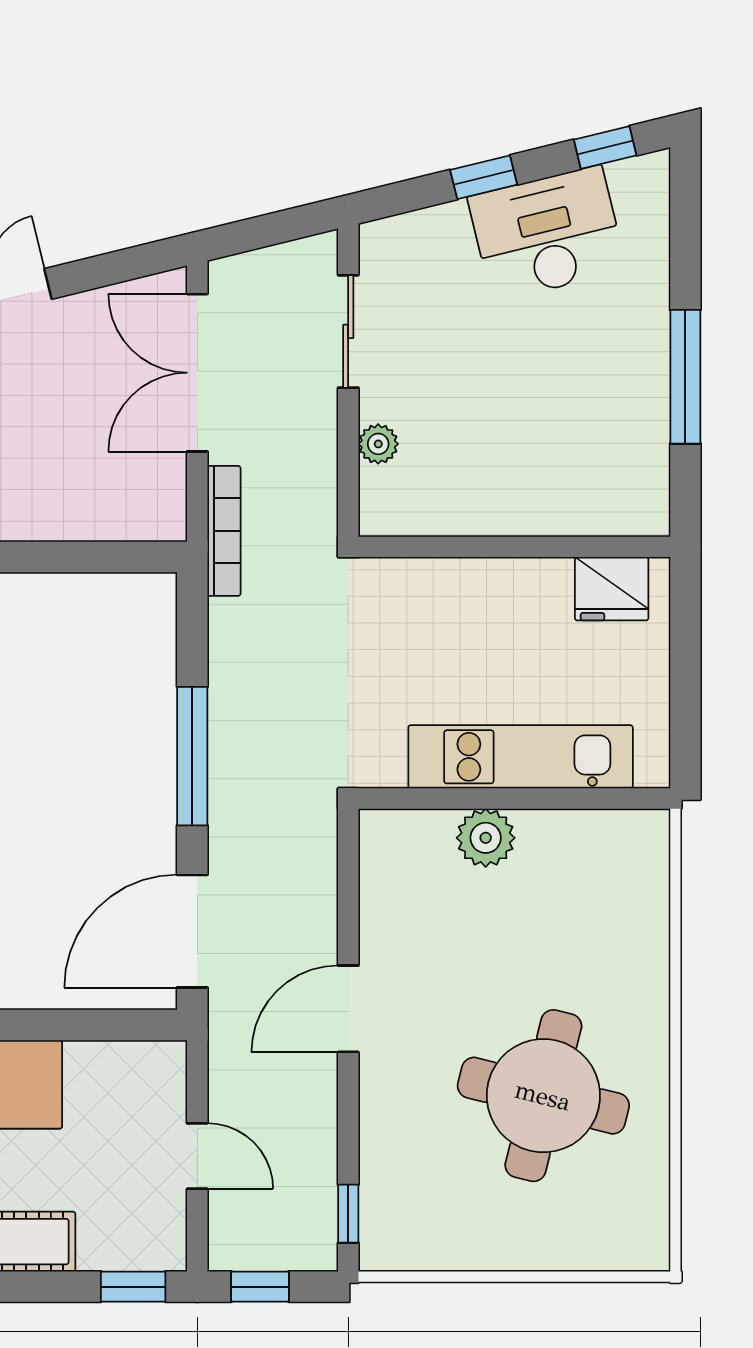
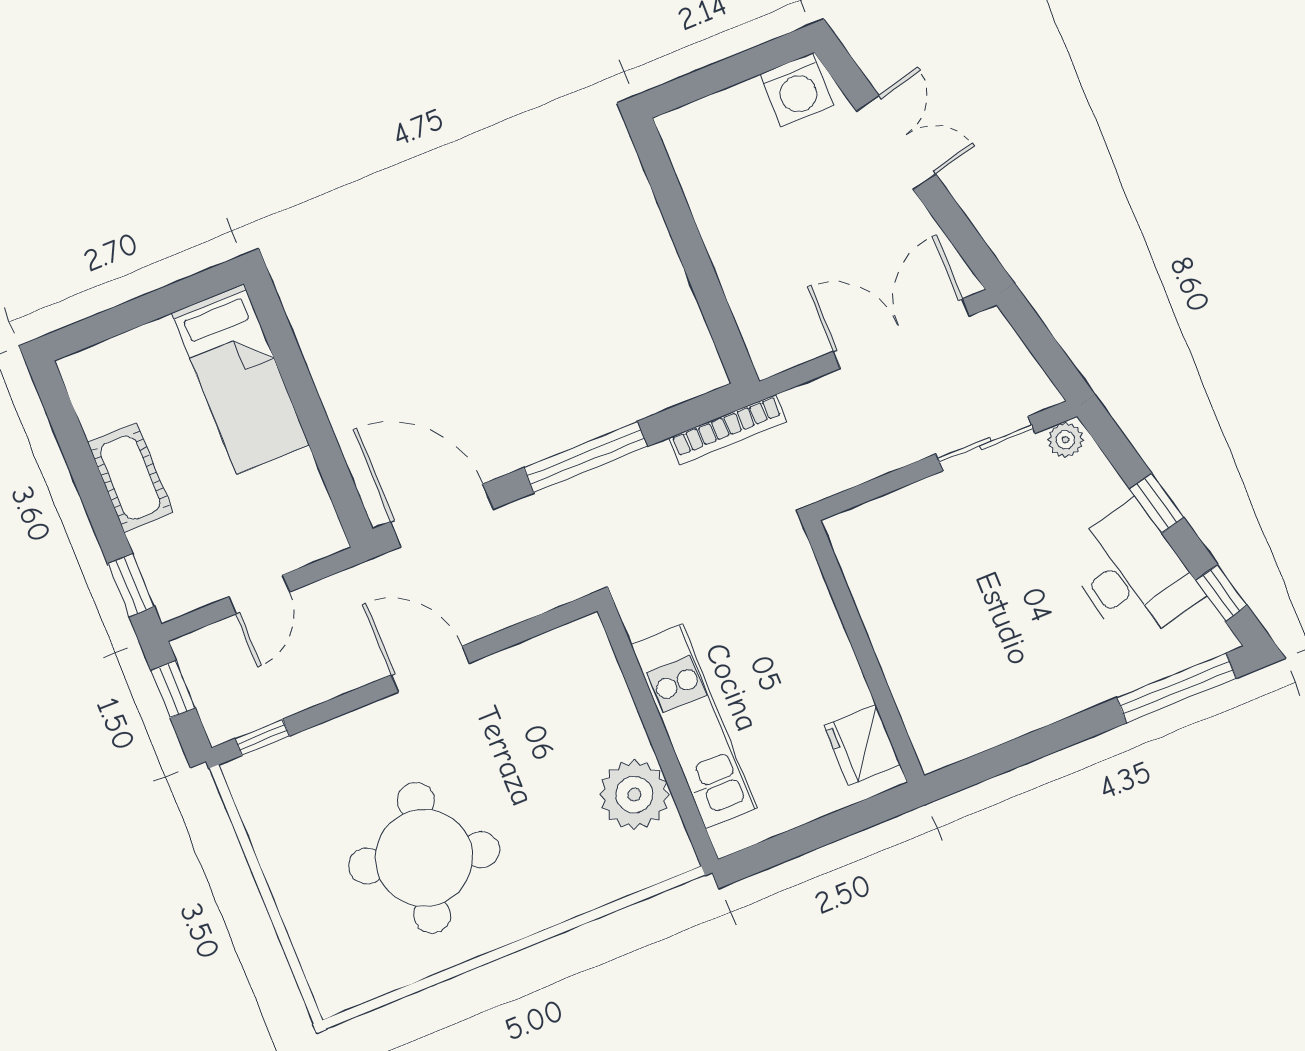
window: (685, 377) -> (1176, 688), moved
plant: (378, 444) -> (1065, 440), moved
bookcase: (224, 531) -> (728, 430), moved
plant: (486, 838) -> (634, 795), moved, width x1.36, depth x1.36

